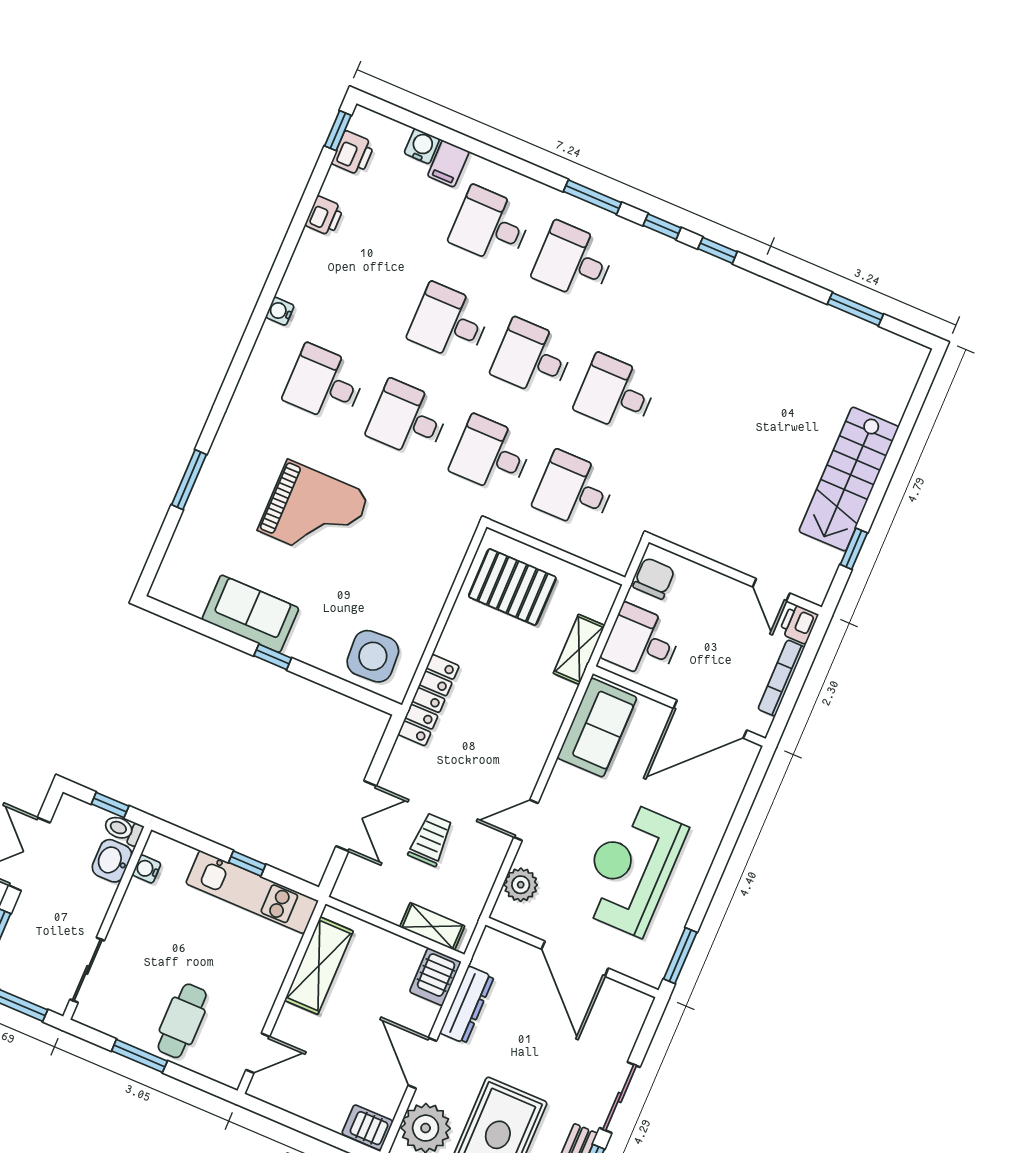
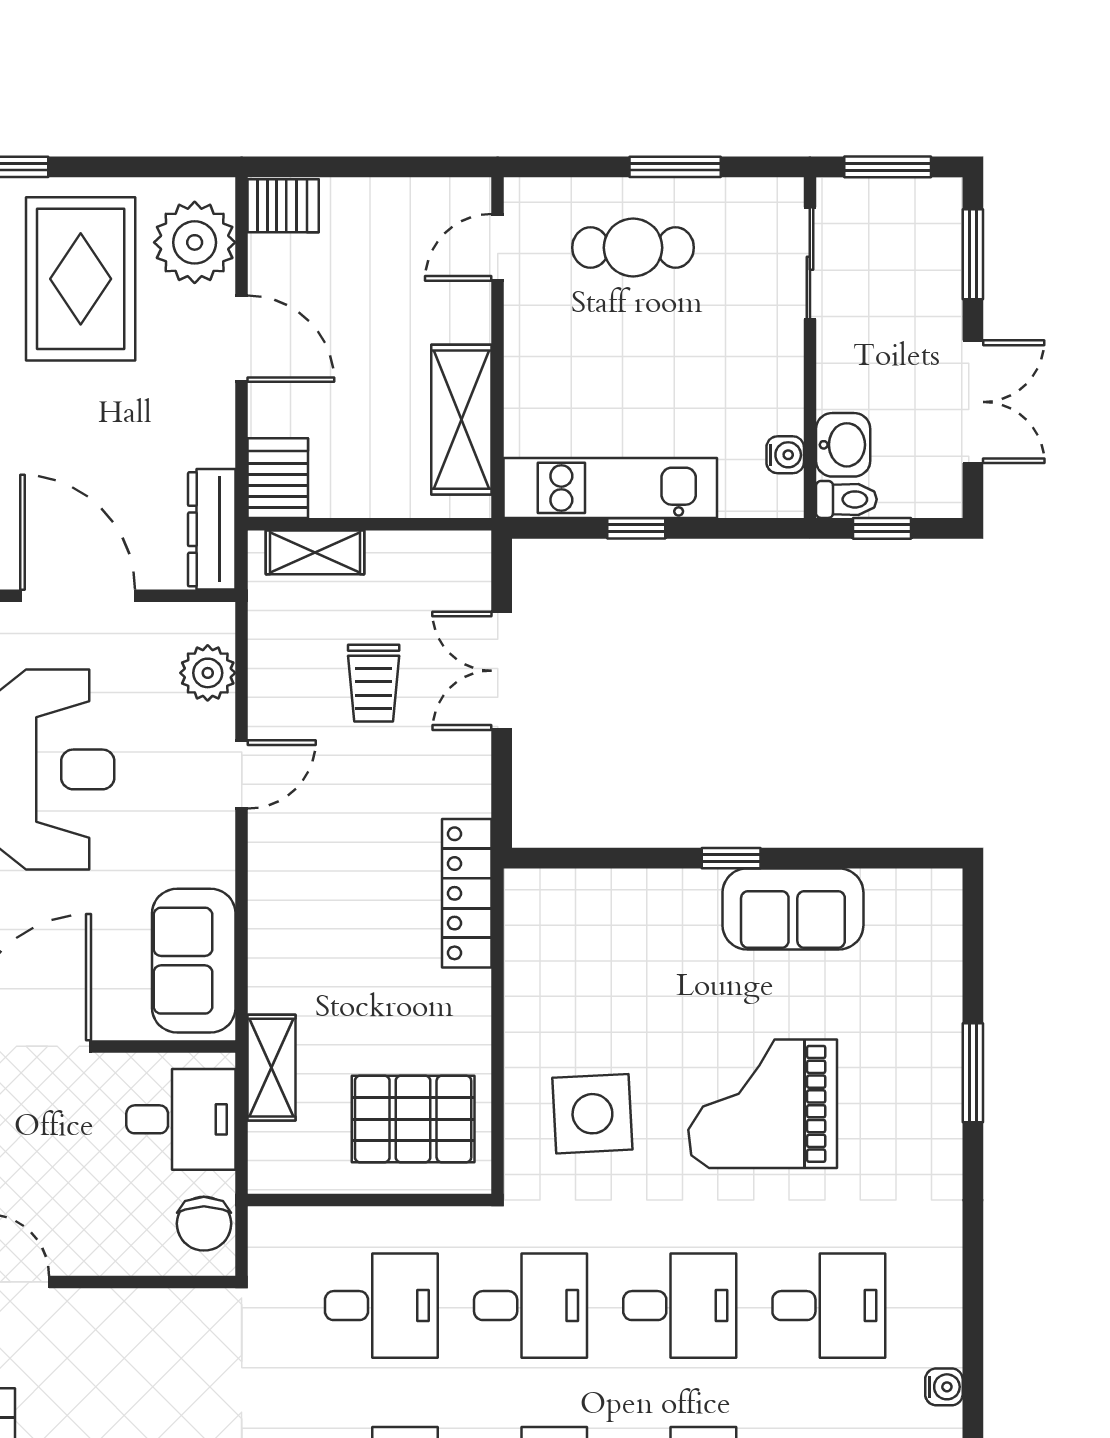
side table: (373, 656) -> (592, 1114), moved
dresser: (467, 1005) -> (212, 529), moved
cafe table: (182, 1021) -> (633, 248), turned 90

